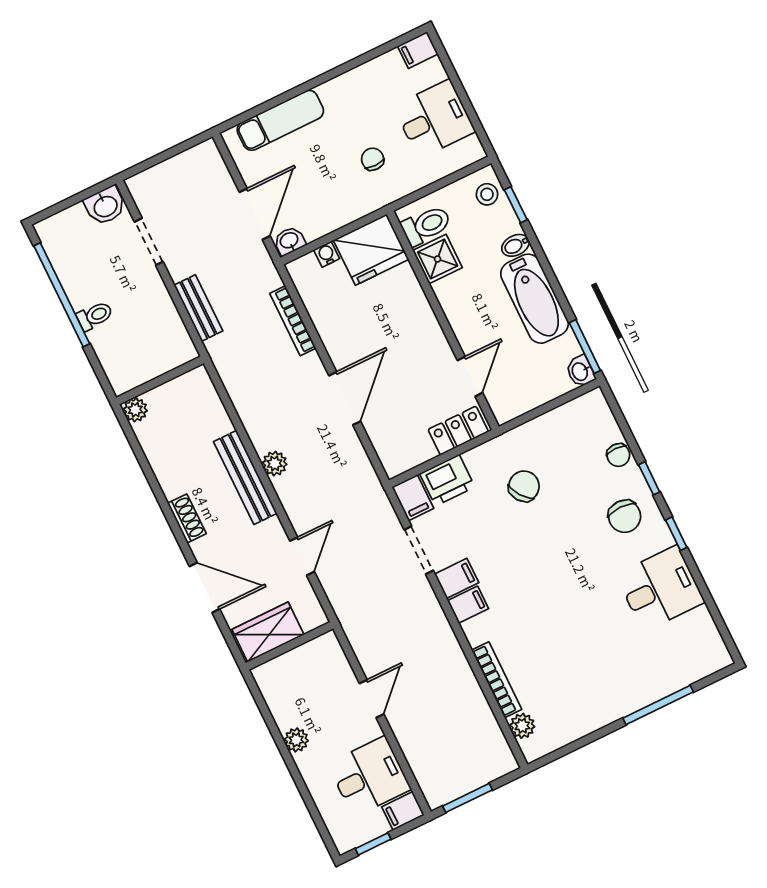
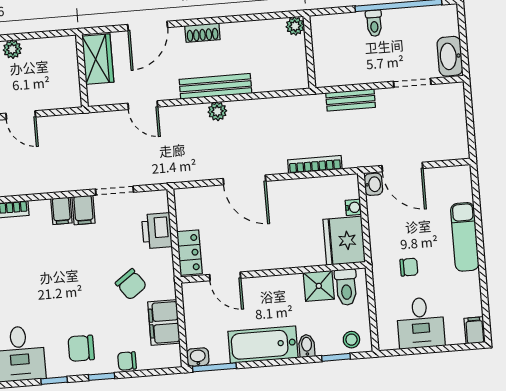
exam couch: (280, 120) -> (465, 237), moved
washbasin: (105, 206) -> (450, 56), width x1.38
filing cabinet: (413, 498) -> (164, 322), moved, width x2.00

